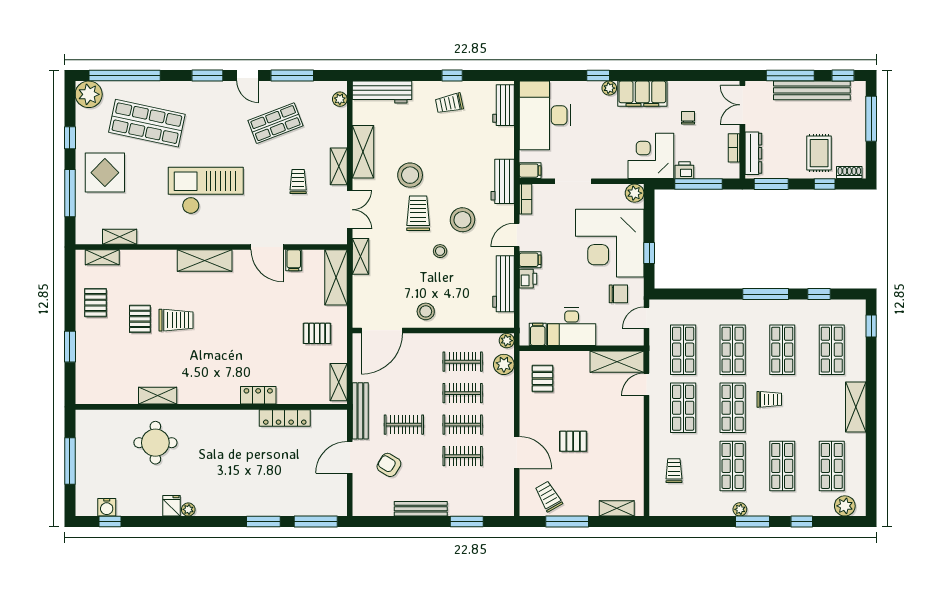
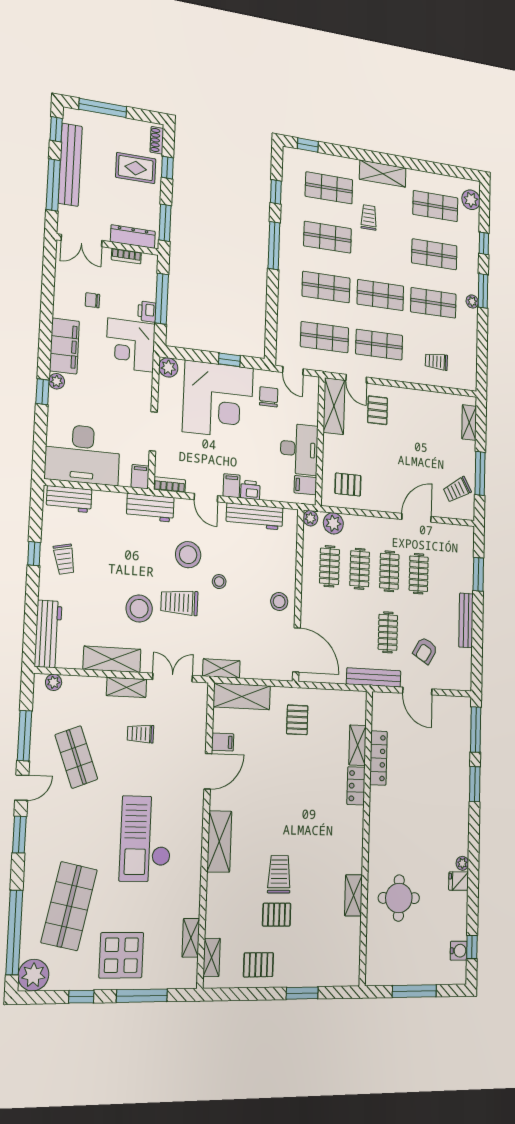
shelving: (339, 382) -> (358, 745), moved, turned 90
trolley: (769, 399) -> (369, 217), moved
pallet: (573, 441) -> (378, 410), moved

